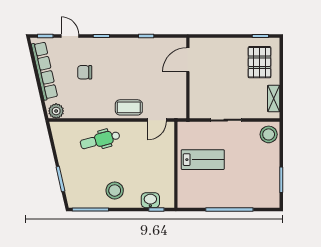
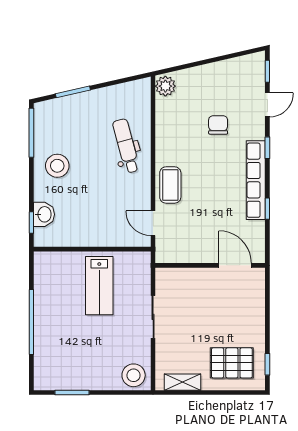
row of seats: (44, 71) -> (256, 180), moved, turned 103

